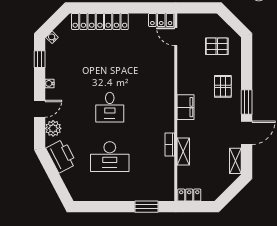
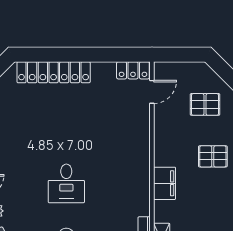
door: (176, 37) -> (152, 92), swing flipped
pallet: (223, 86) -> (213, 156), turned 90

